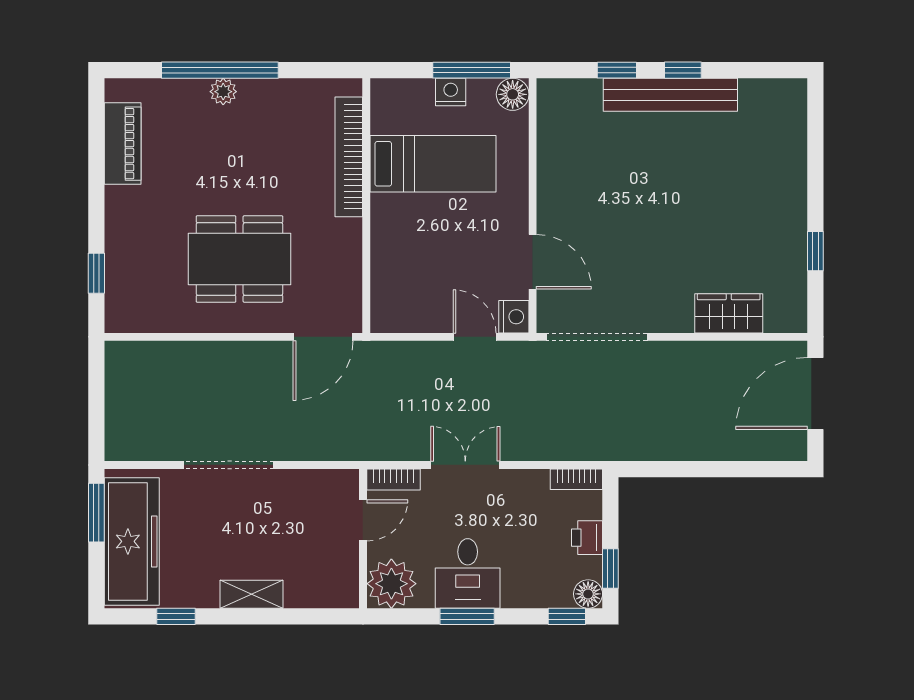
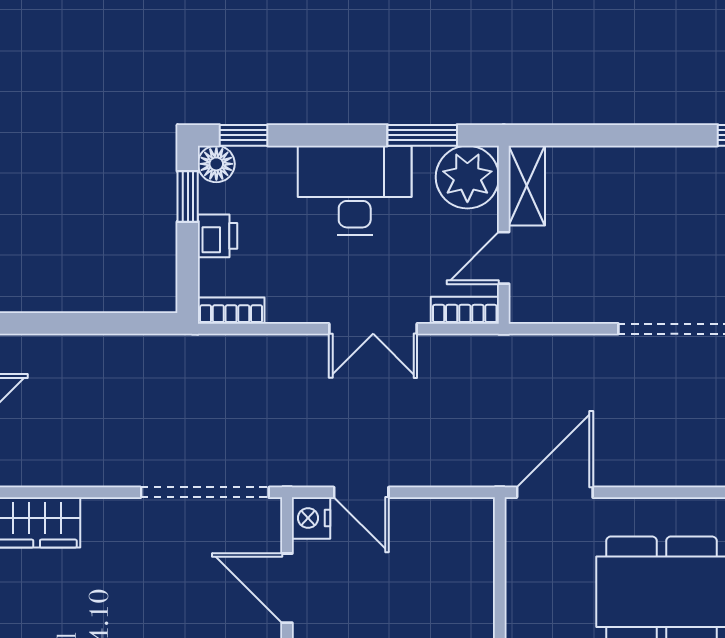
desk: (468, 573) -> (355, 190), width x1.37
shelving: (252, 594) -> (527, 186), moved, turned 90
window: (467, 616) -> (422, 135), moved

